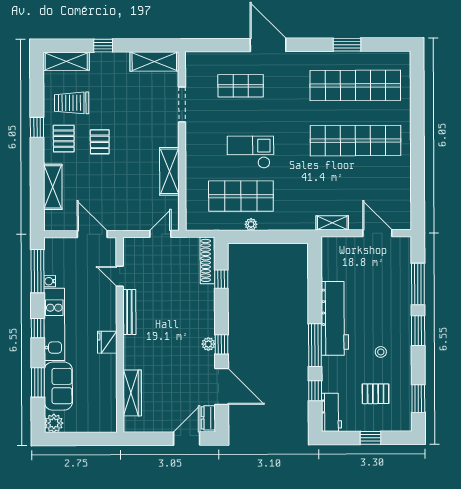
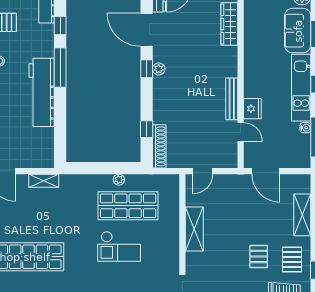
fridge: (107, 342) -> (252, 109), moved

